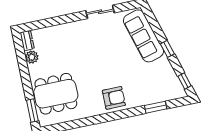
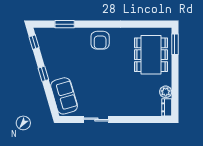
sofa: (143, 36) -> (64, 96), width x0.73
dining table: (56, 94) -> (151, 55), turned 90
armchair: (114, 98) -> (100, 40), turned -90

